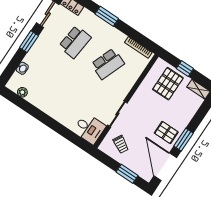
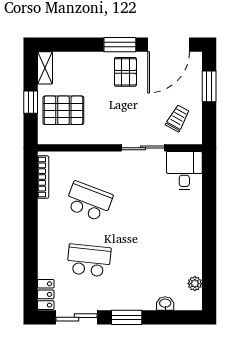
window: (107, 16) -> (31, 242), removed

